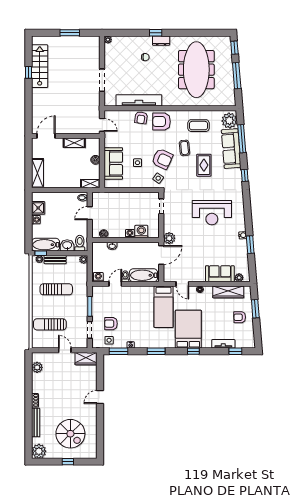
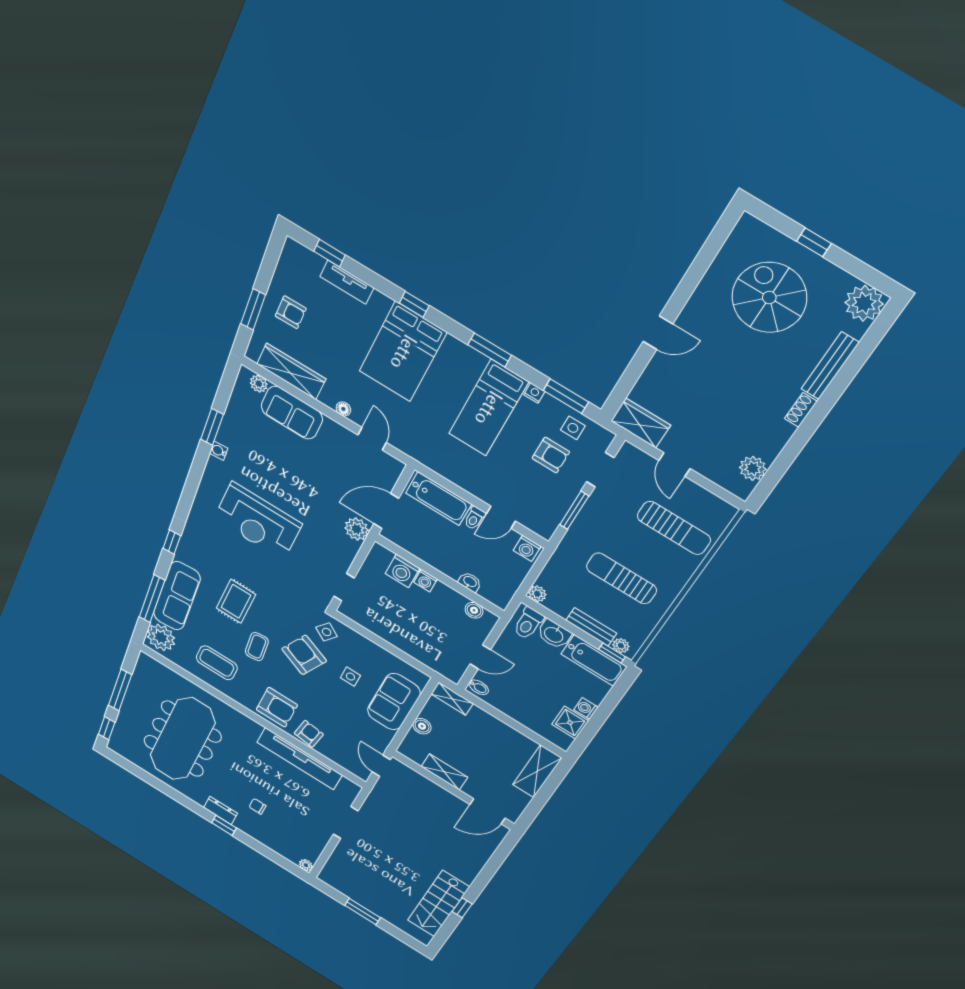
reception desk: (212, 213) -> (258, 521), turned 180
bed: (164, 307) -> (488, 408), moved, turned 180

